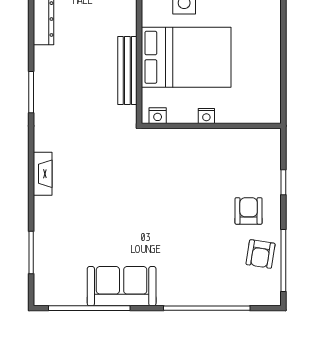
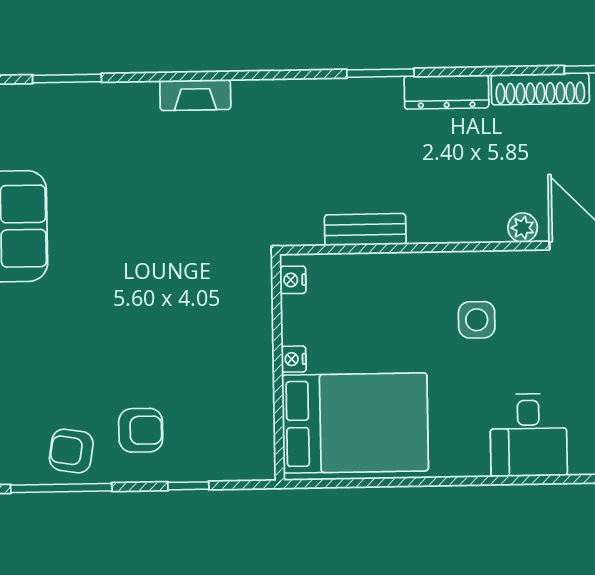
bed: (186, 57) -> (355, 423), moved, turned -90
bench: (127, 71) -> (365, 230), width x0.73
window: (31, 92) -> (380, 73), moved

